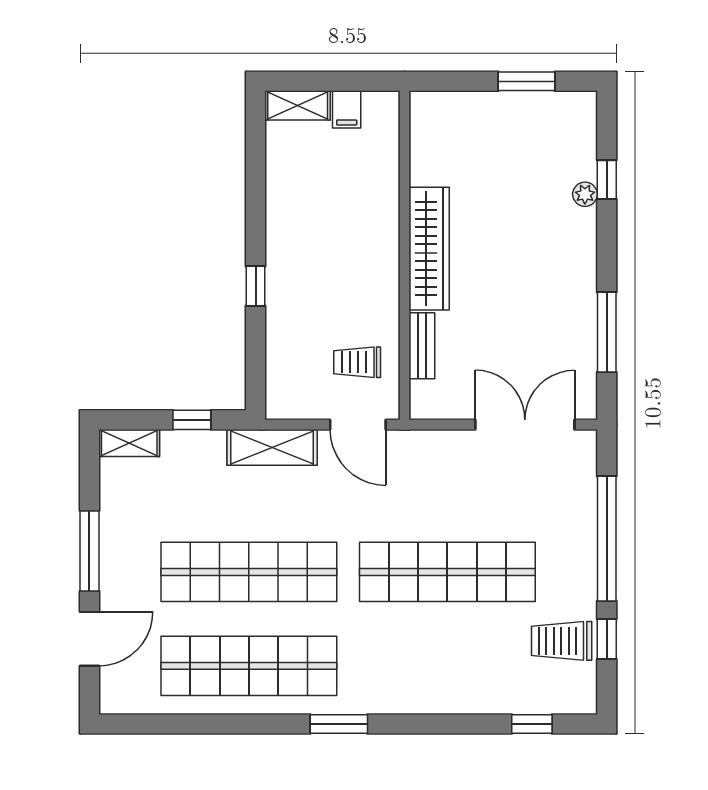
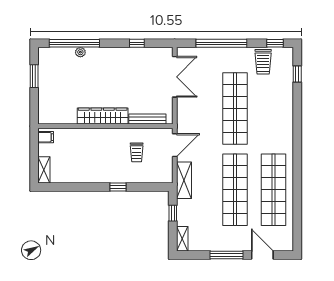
filing cabinet: (347, 109) -> (46, 137), moved
window: (607, 180) -> (74, 43), width x3.17
window: (607, 332) -> (137, 43), width x0.46
bench: (422, 346) -> (147, 119), width x1.36
trolley: (357, 362) -> (137, 152), moved
double door: (525, 425) -> (175, 77), swing flipped
window: (607, 639) -> (275, 43), moved
window: (339, 724) -> (297, 153), removed

